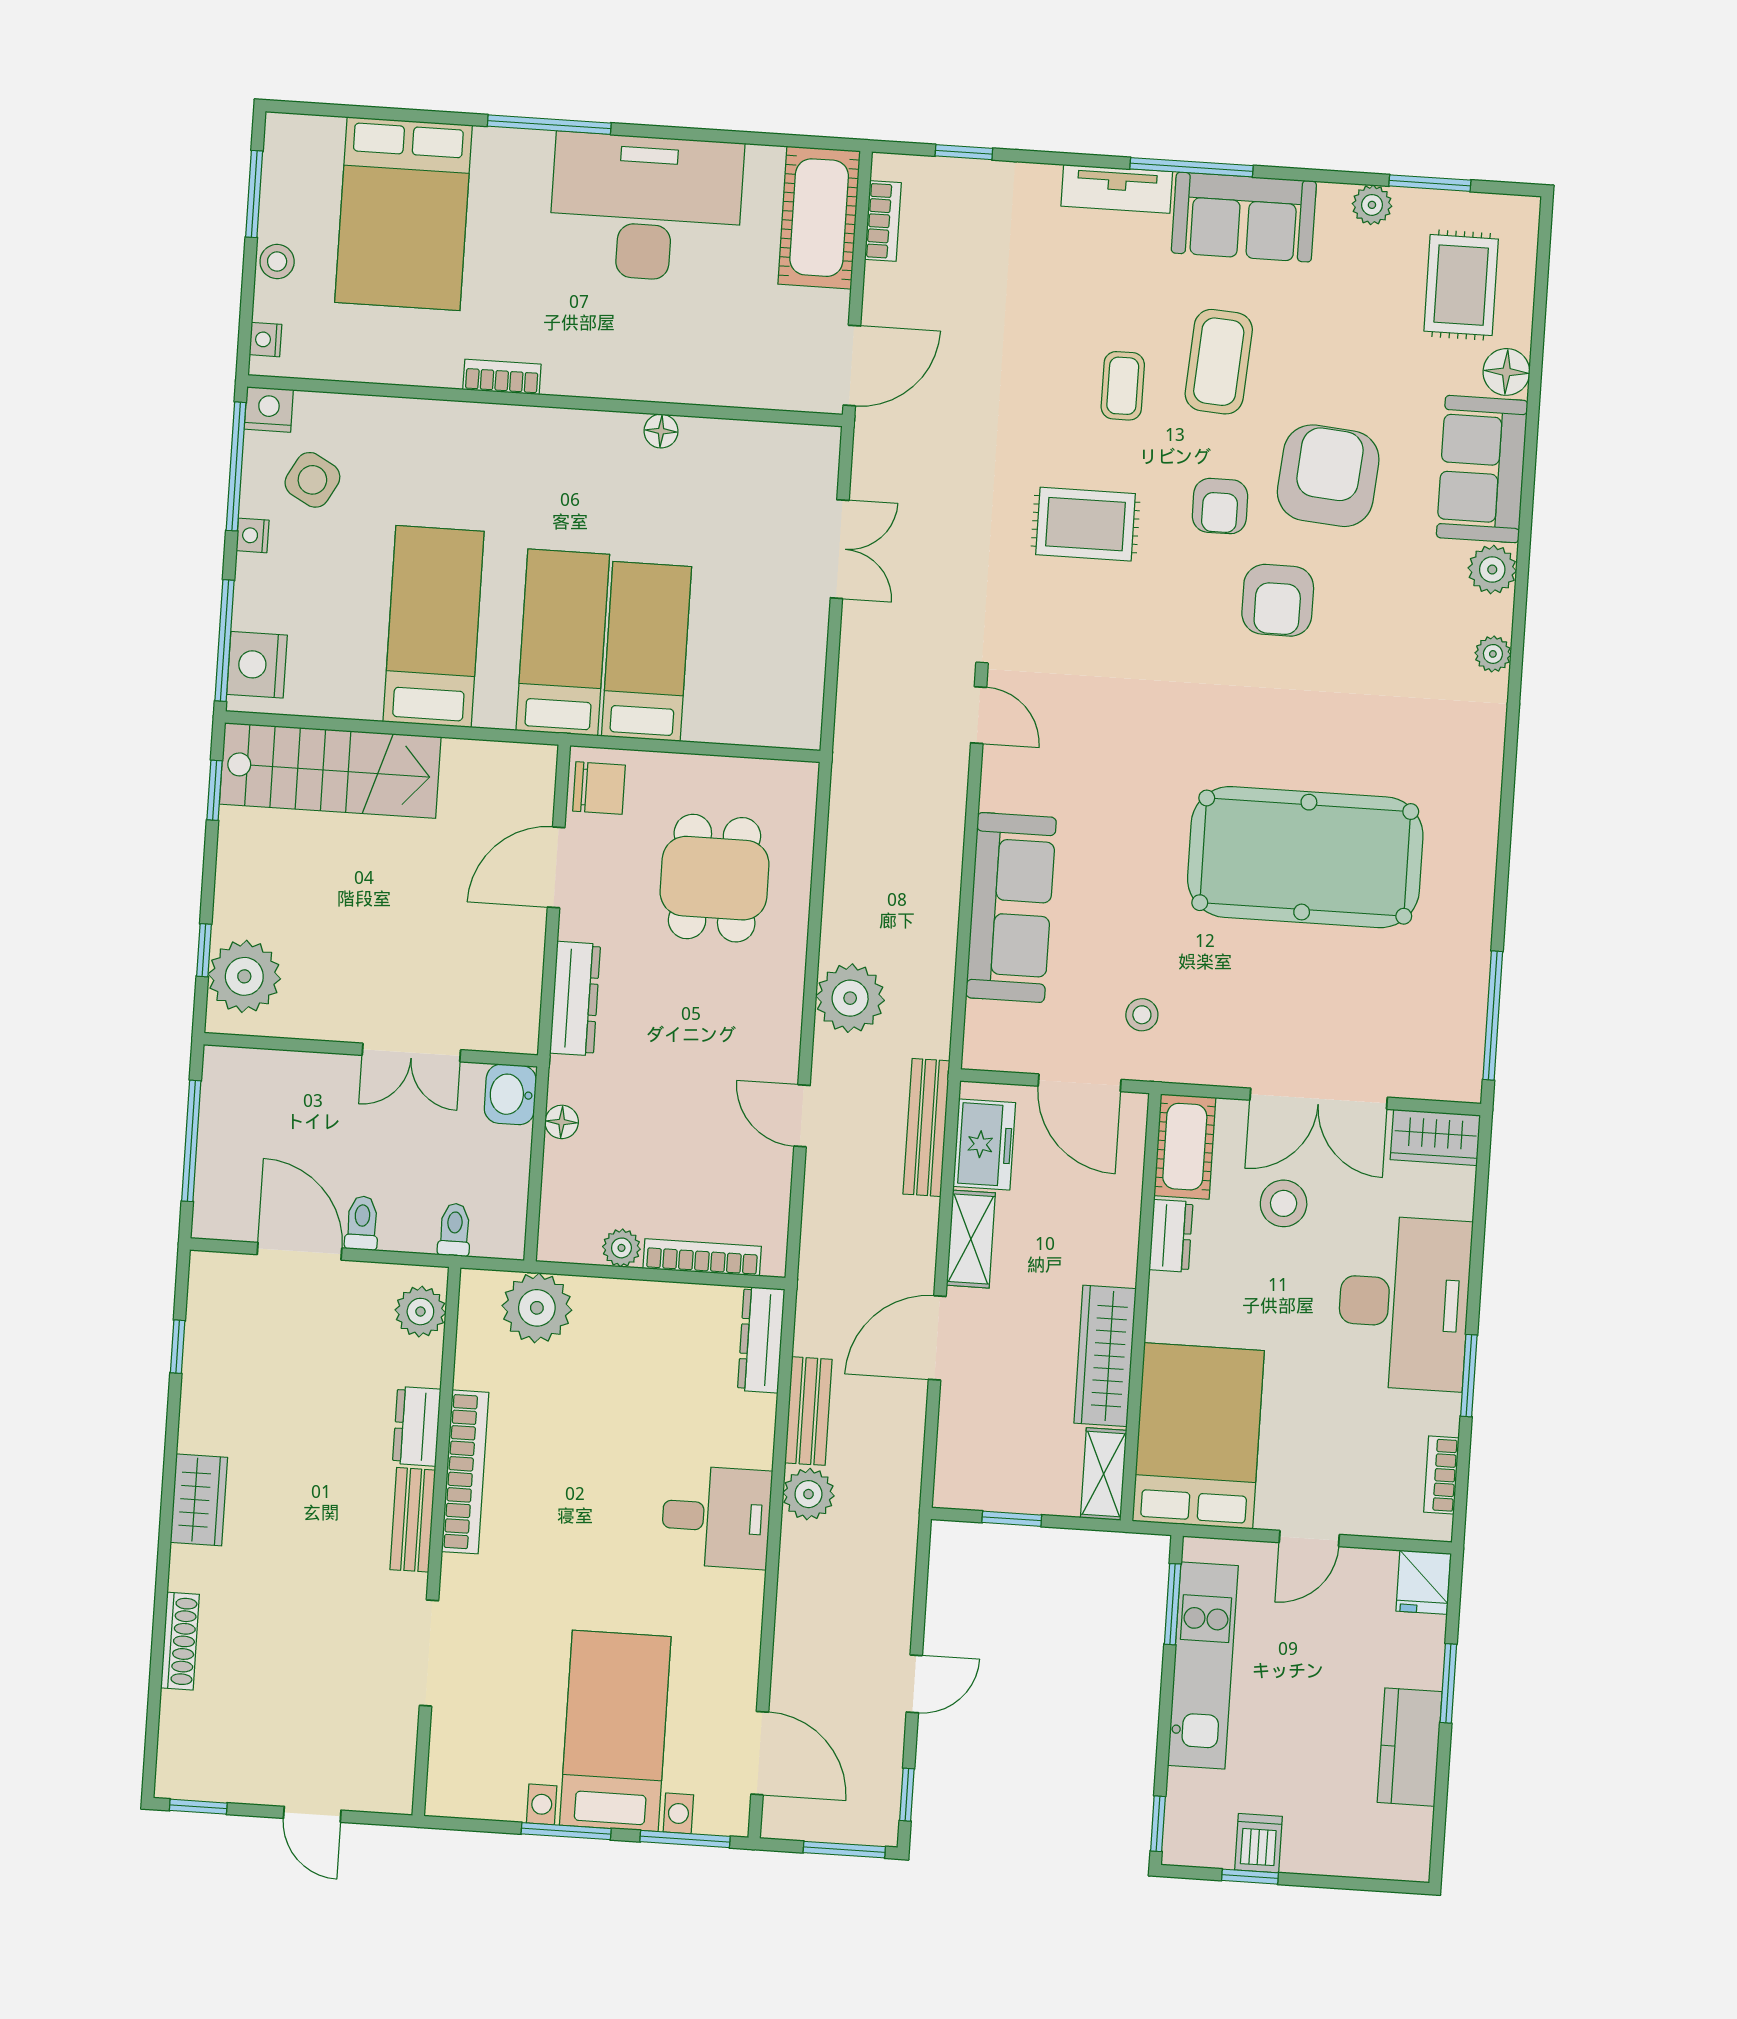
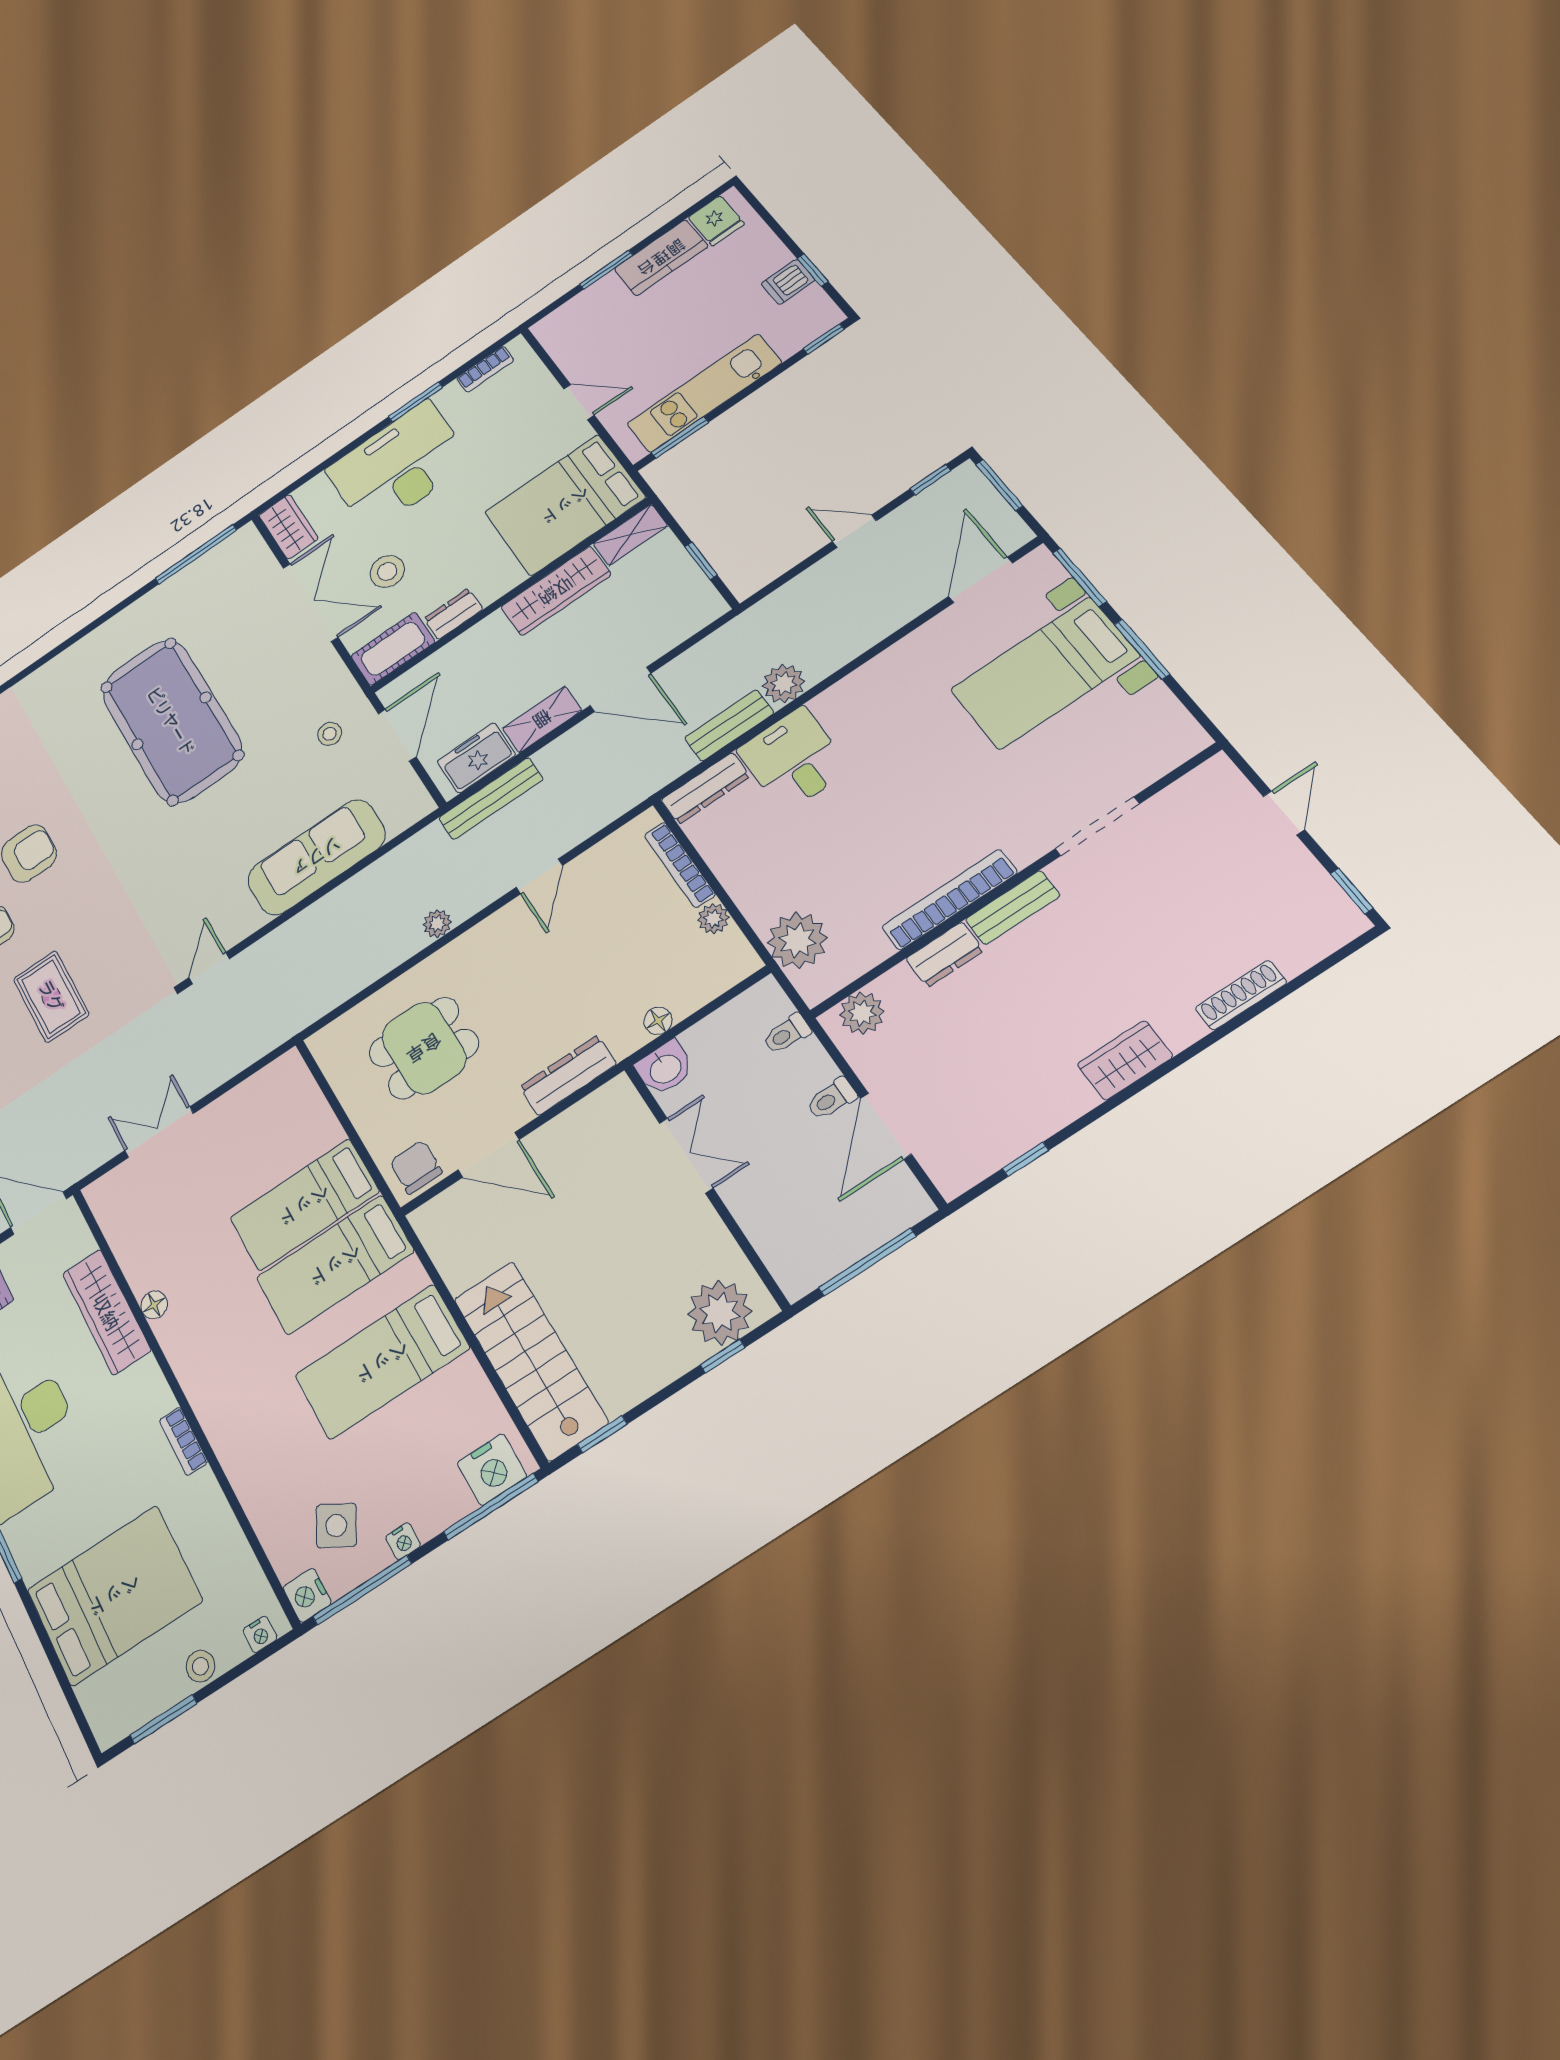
wardrobe: (691, 376) -> (106, 1312), added
plant: (850, 998) -> (437, 923), width x0.53, depth x0.53
desk: (716, 1517) -> (794, 760), moved
fridge: (1423, 1582) -> (716, 221), moved, turned 90

